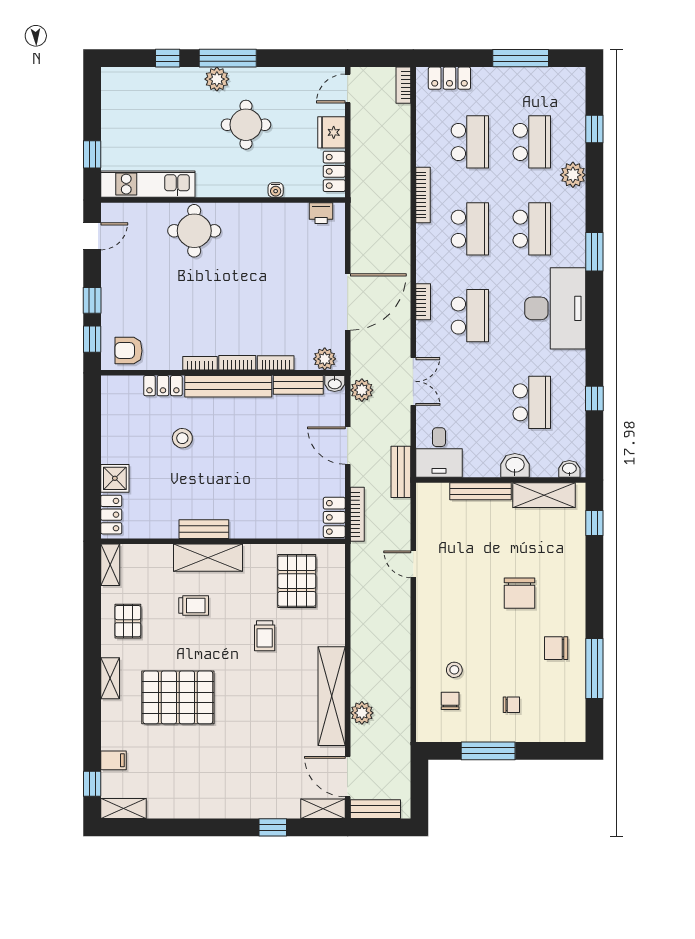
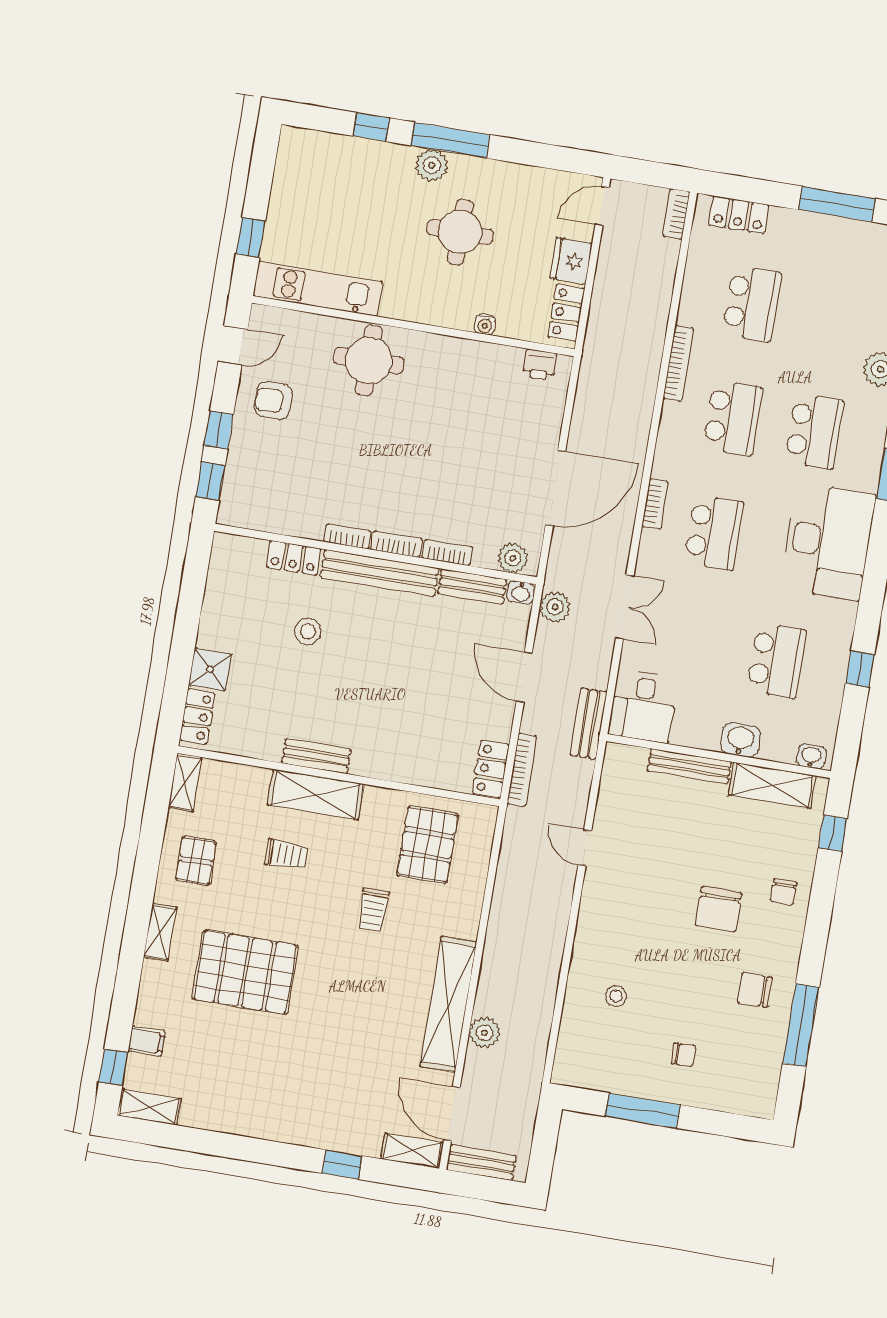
school desk: (532, 142) -> (833, 317), removed
armchair: (129, 351) -> (273, 401), moved
chair: (450, 701) -> (784, 892), moved, turned 180

